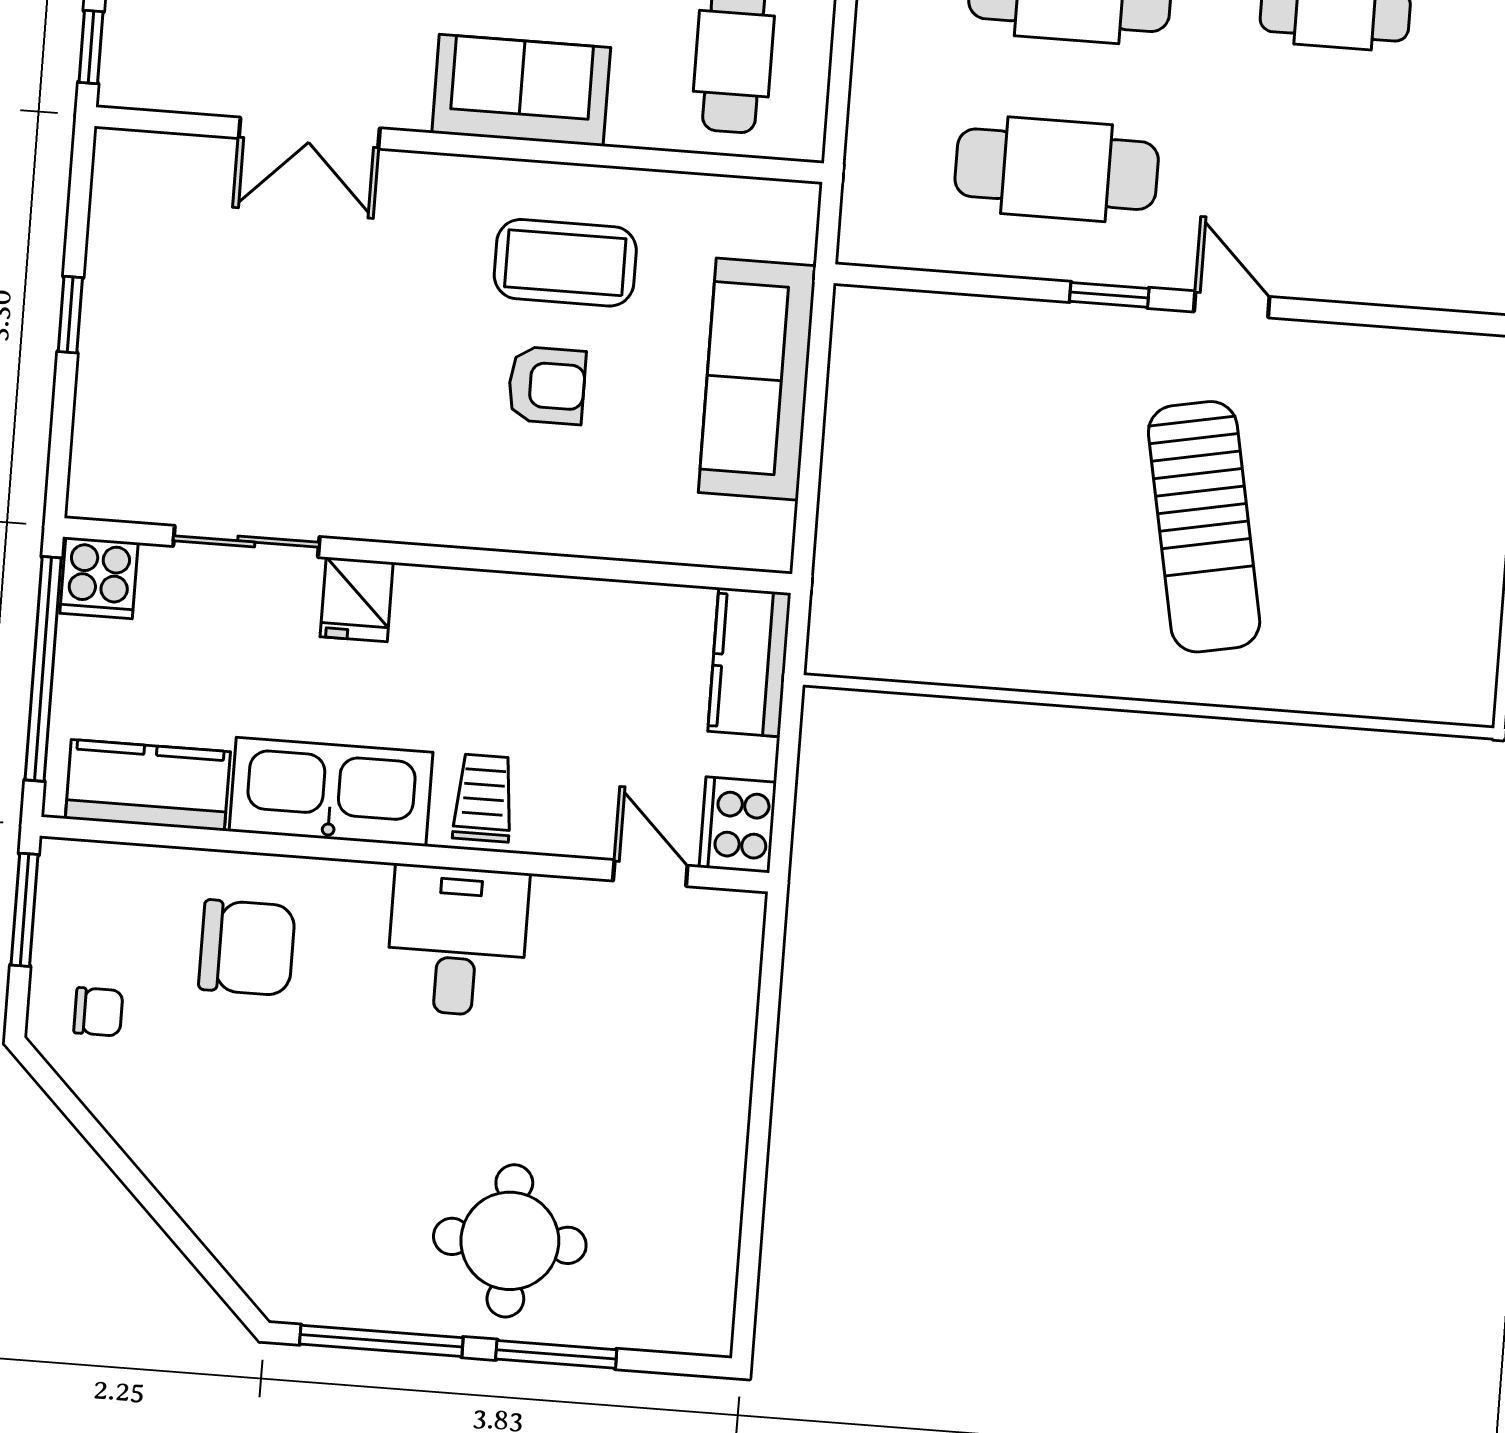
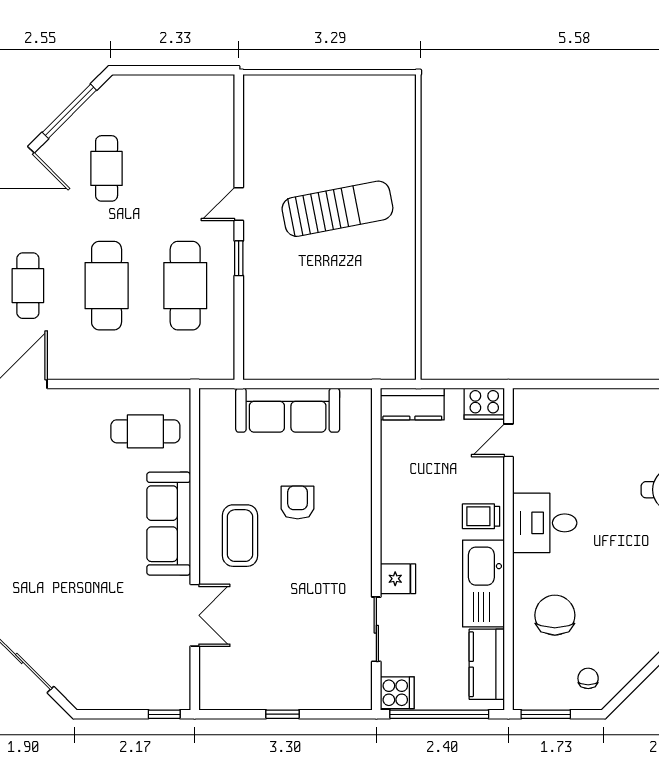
sofa: (521, 90) -> (169, 524), width x1.36
coffee table: (565, 263) -> (240, 536), moved

